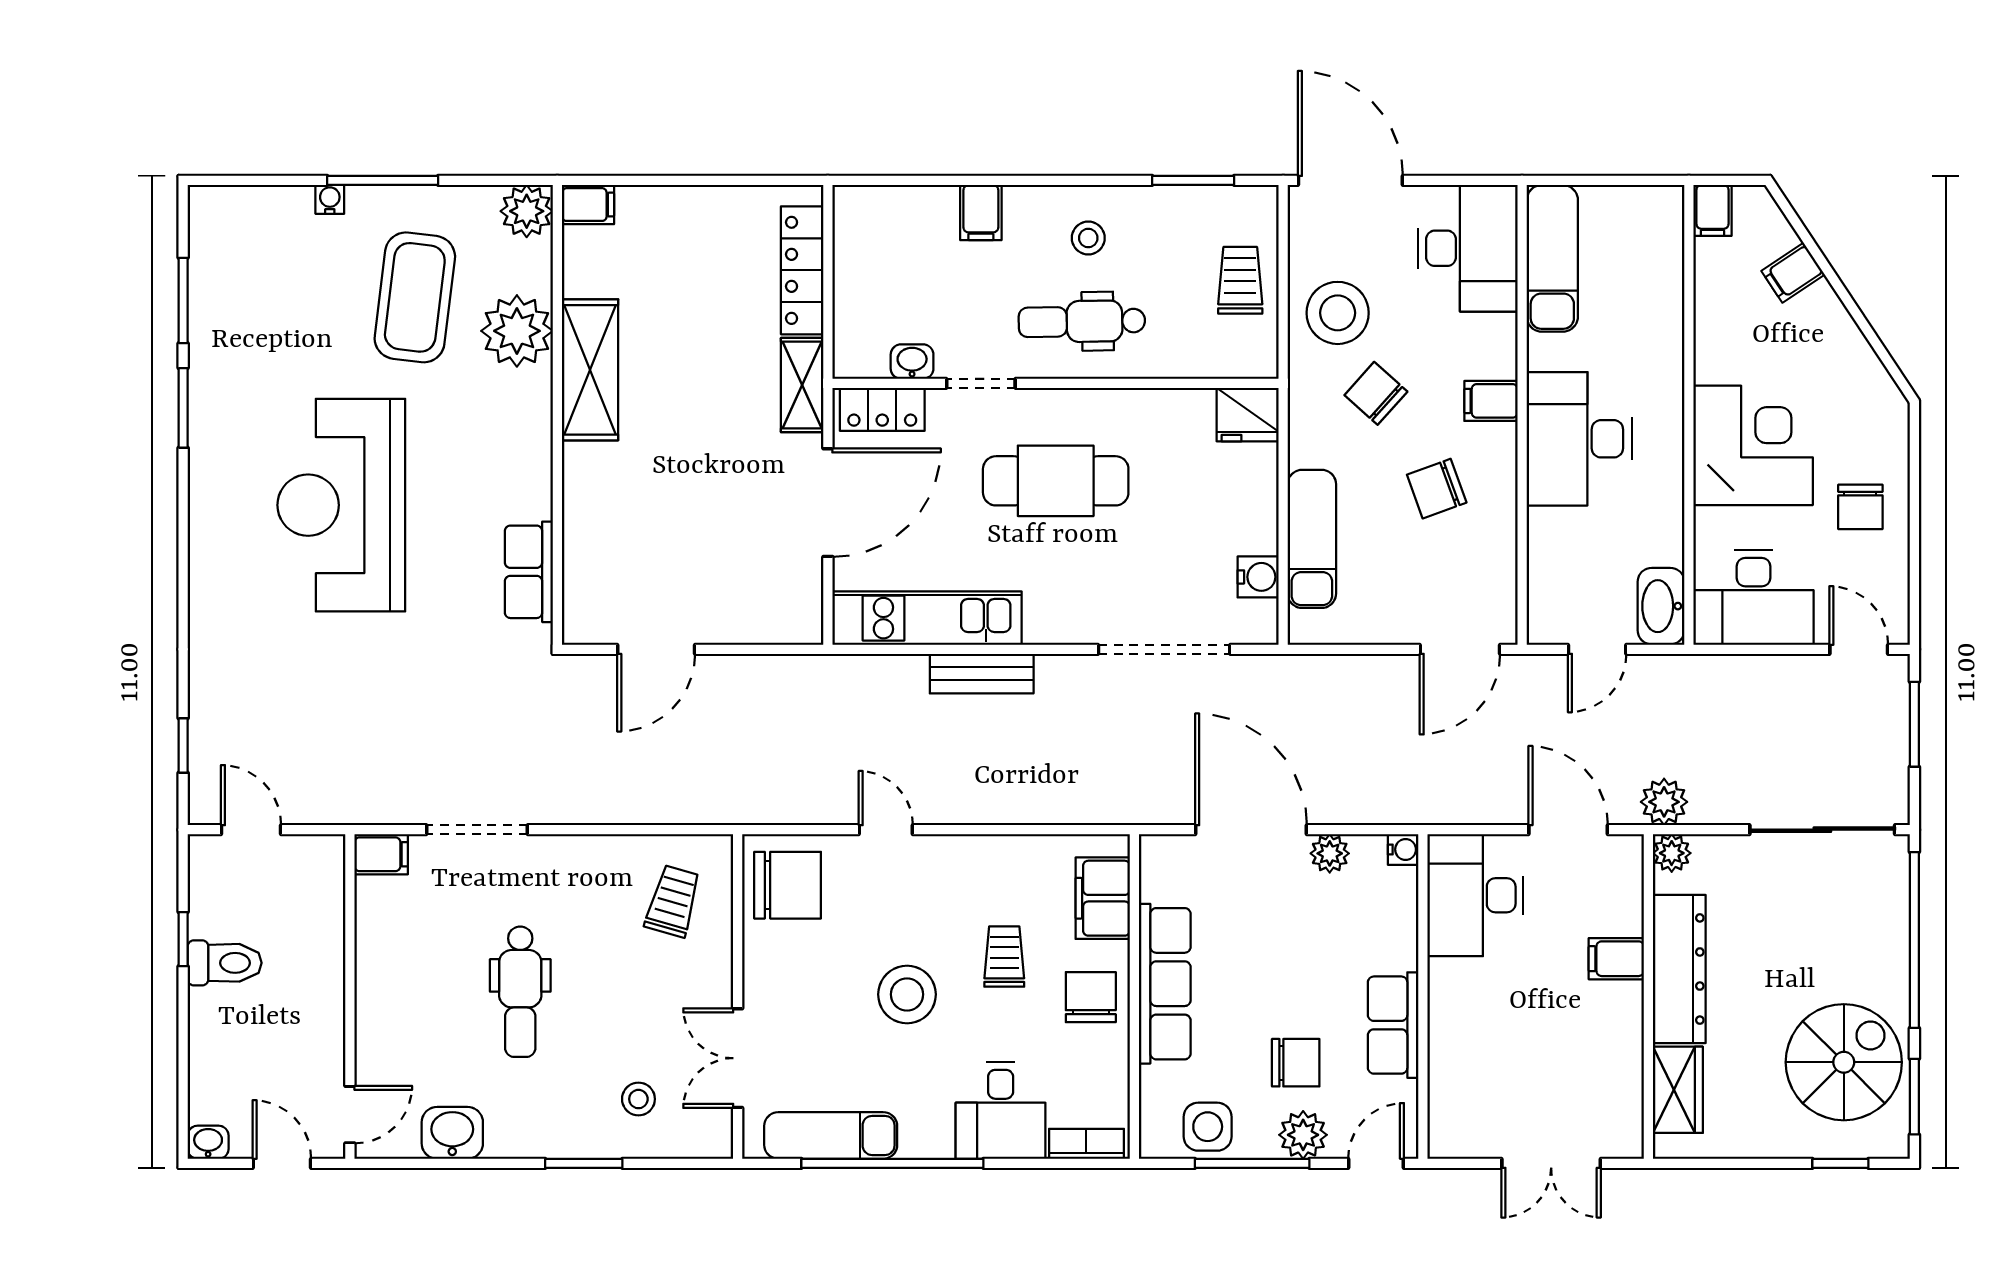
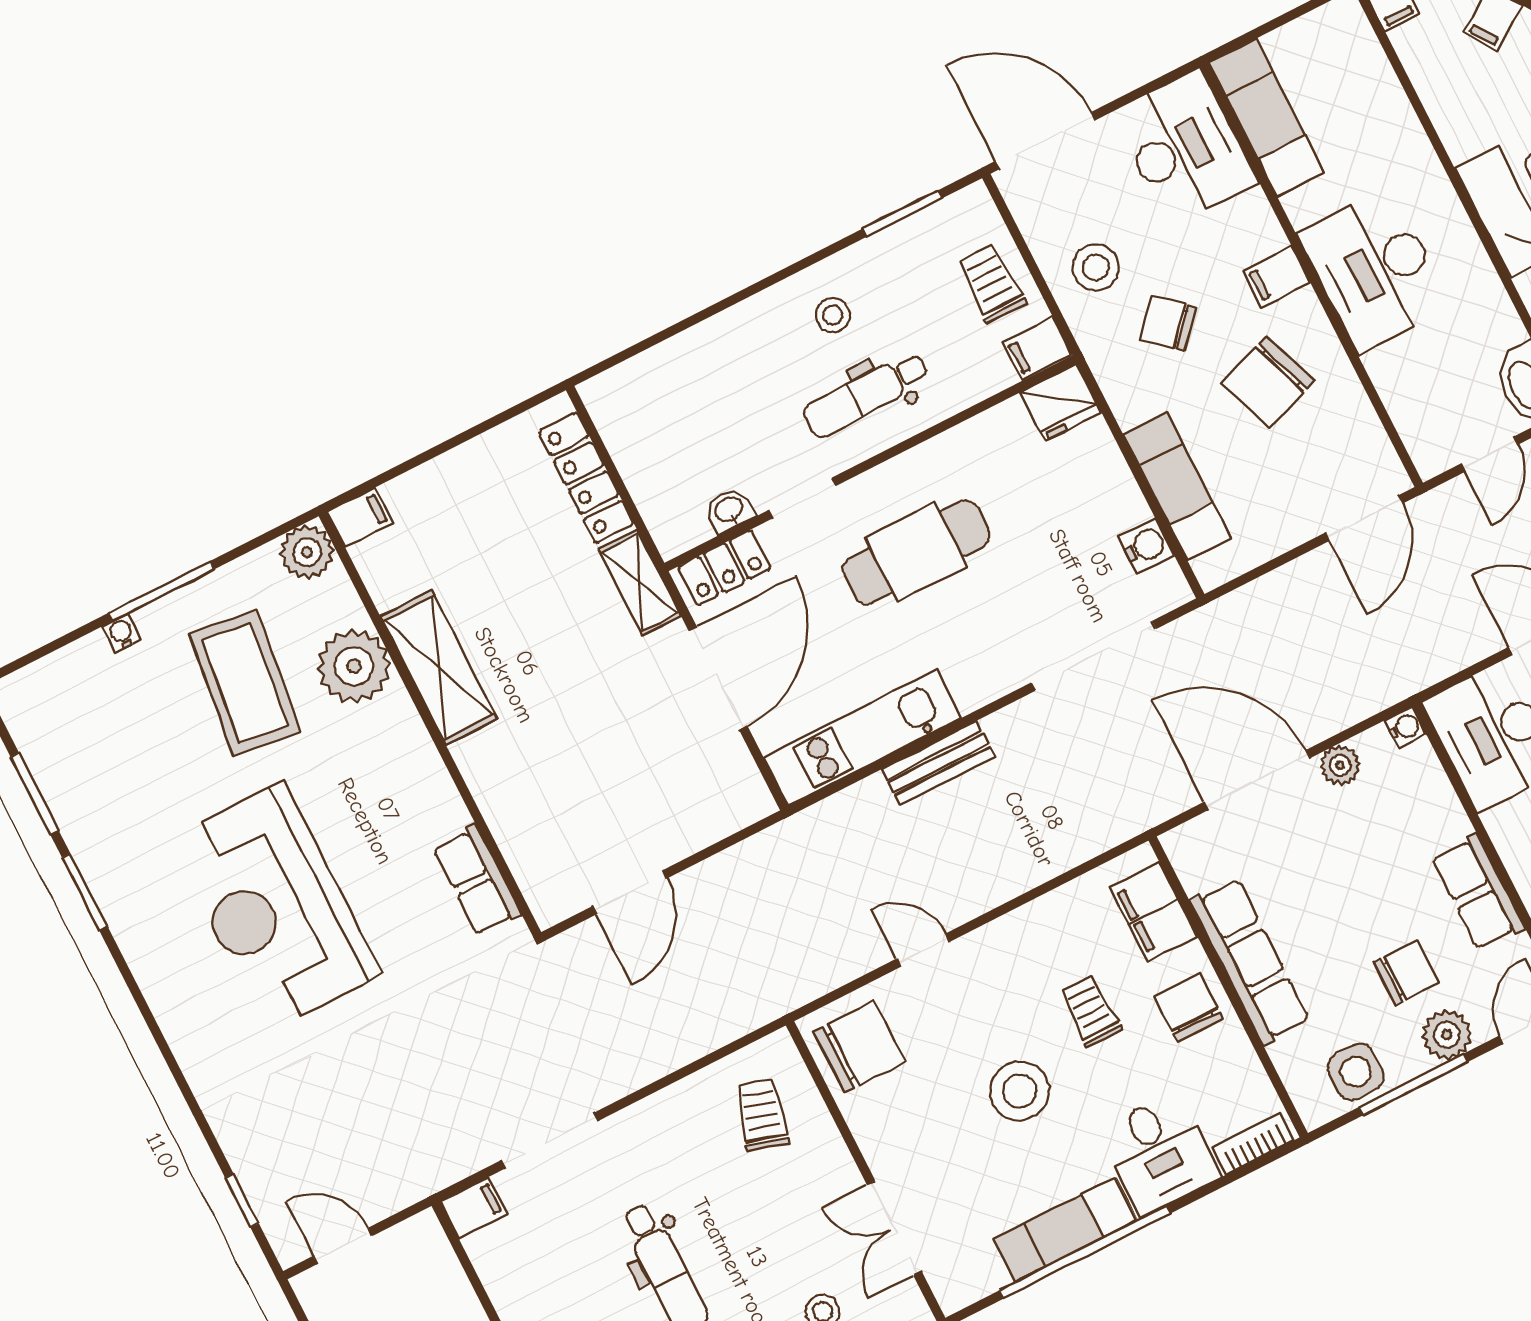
filing cabinet: (981, 213) -> (1037, 348), moved, turned 90
stool: (1338, 313) -> (1096, 267), width x0.73, depth x0.73
chair: (1437, 489) -> (1268, 382), width x1.37, depth x1.37
exam couch: (831, 1135) -> (1066, 1230), moved

